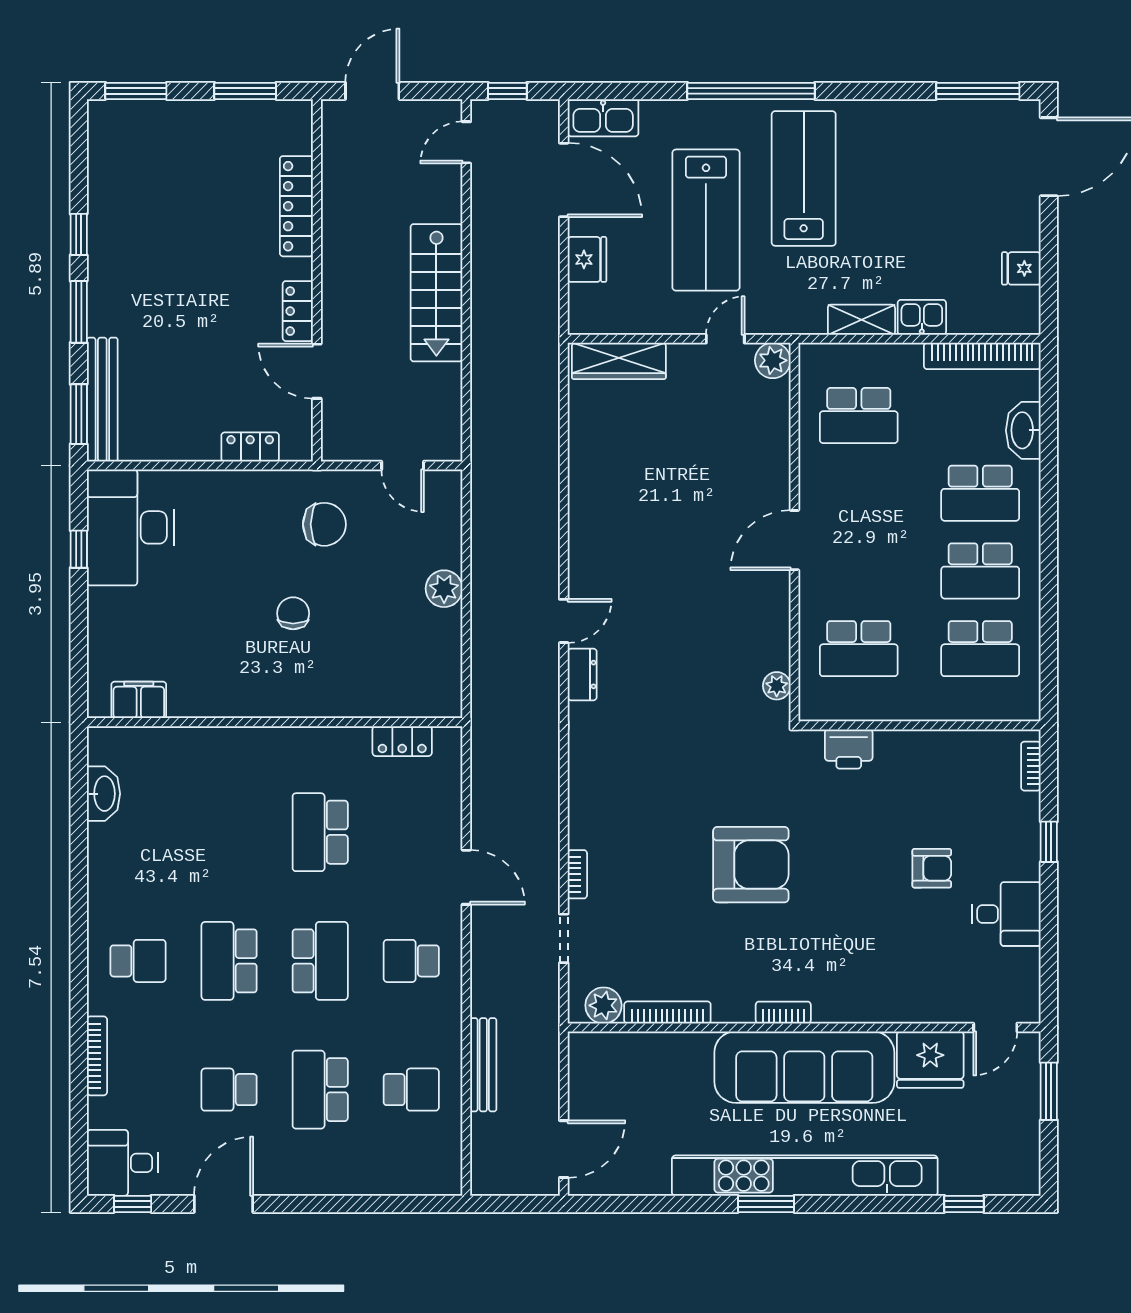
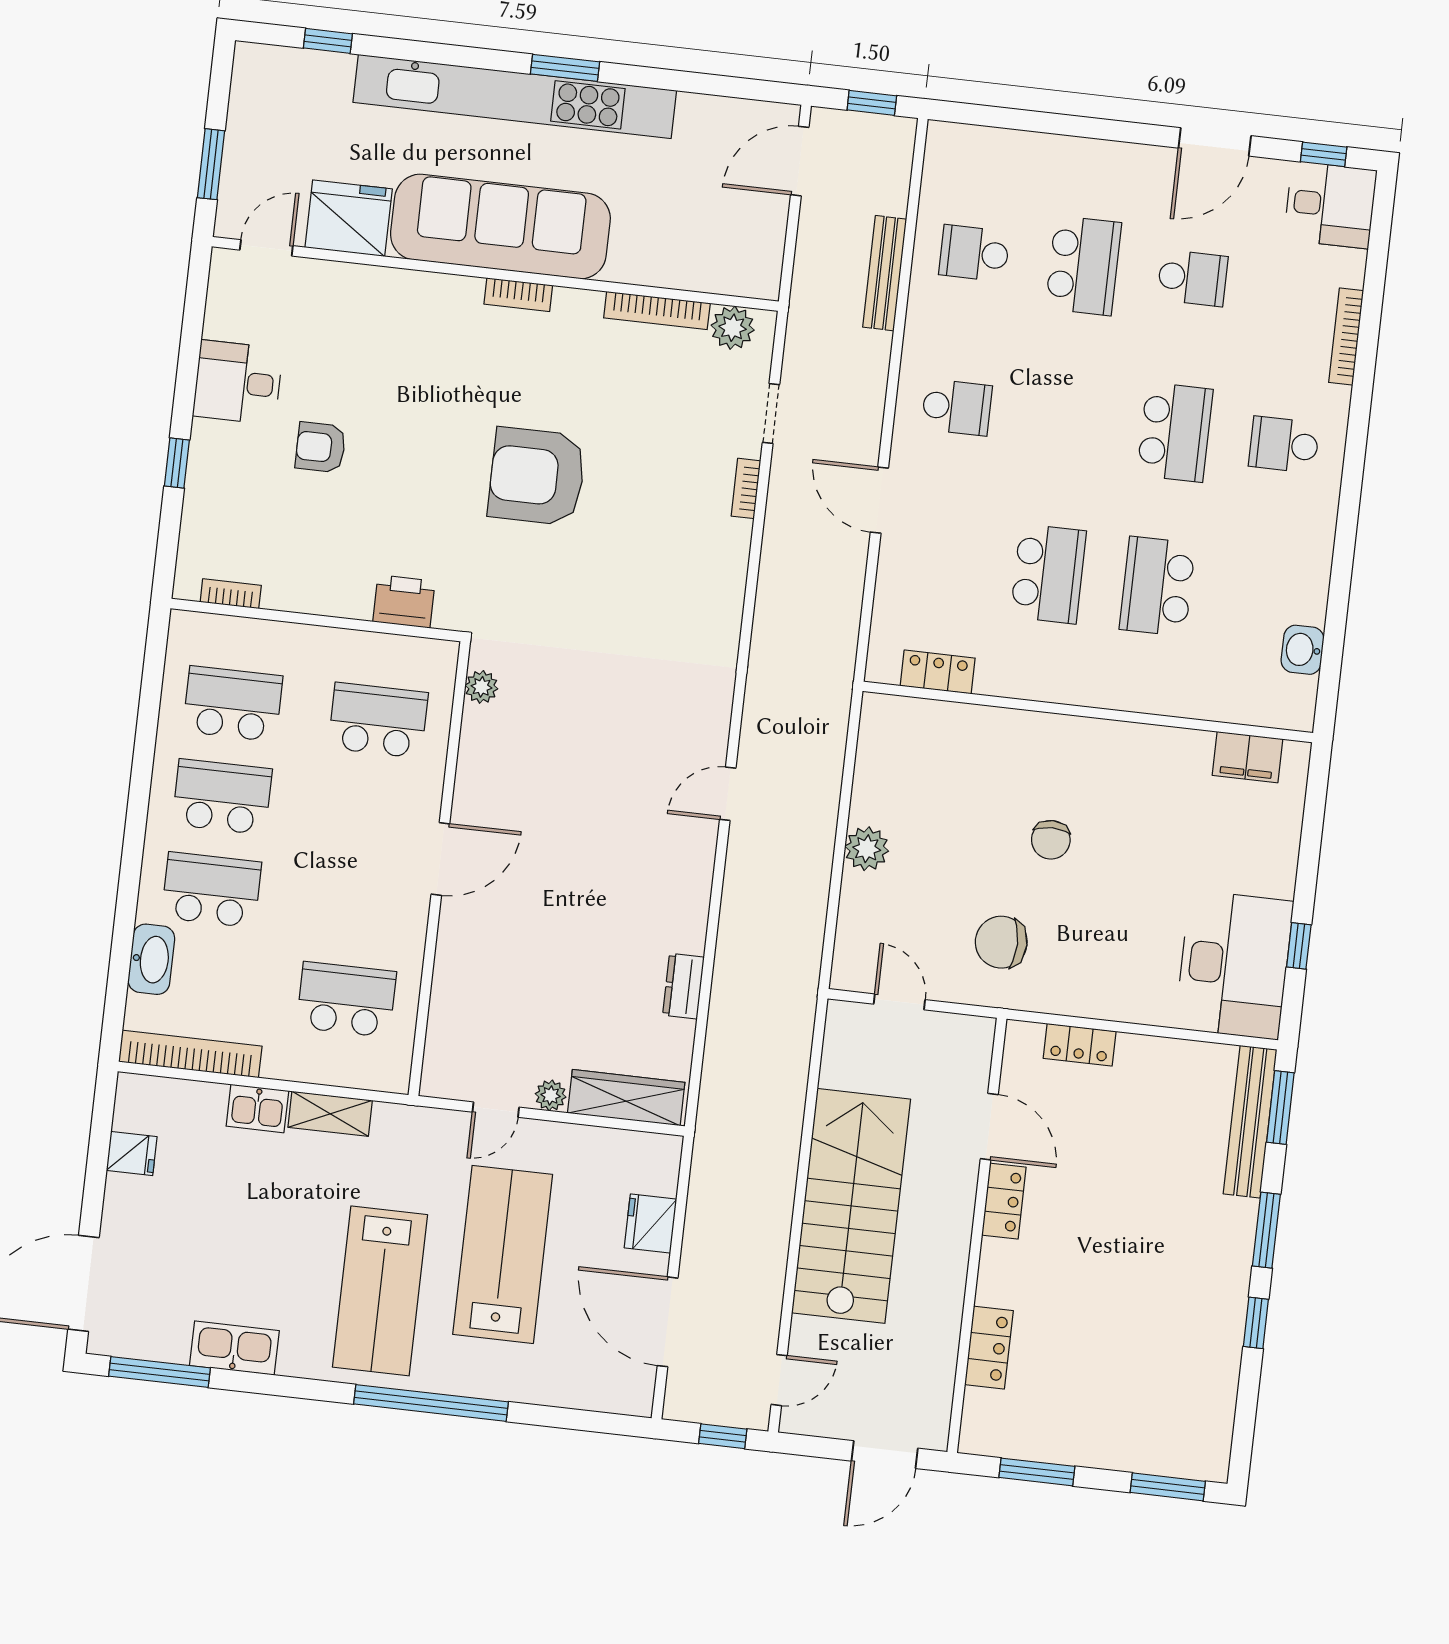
kitchen sink: (603, 118) -> (234, 1348), moved
locker: (296, 206) -> (989, 1348), width x0.66
stairs: (436, 293) -> (851, 1206), width x1.36, depth x1.51
plant: (773, 360) -> (551, 1095), moved, width x0.73, depth x0.73
dresser: (582, 674) -> (683, 986), moved
bookcase: (1031, 766) -> (231, 594), moved, turned -90
washbasin: (104, 794) -> (1302, 650), width x0.72
school desk: (320, 961) -> (1157, 586), moved
window: (510, 1204) -> (872, 103), added

